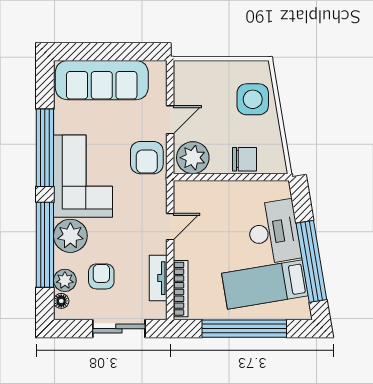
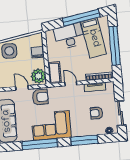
cot: (197, 193) -> (54, 73), added
plant: (70, 236) -> (79, 129), removed
window: (45, 245) -> (84, 140), width x0.68
plant: (65, 280) -> (100, 130), removed
sliding door: (119, 329) -> (120, 113), moved

